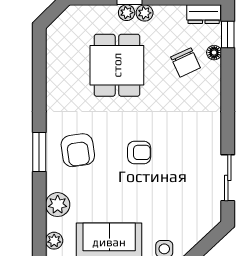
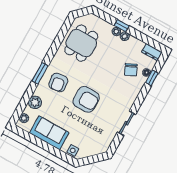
window: (228, 35) -> (152, 78), moved
dining table: (117, 65) -> (81, 43), moved
armchair: (139, 152) -> (86, 99), width x1.88, depth x1.88
sliding door: (228, 178) -> (127, 123), moved

